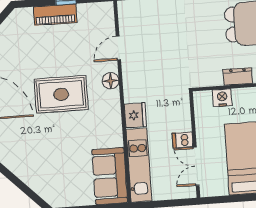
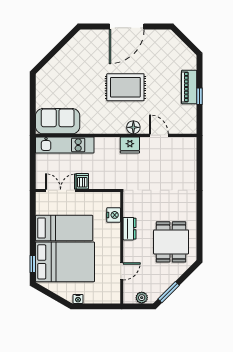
rug: (61, 94) -> (125, 87), turned 90
fridge: (135, 115) -> (130, 145), moved

